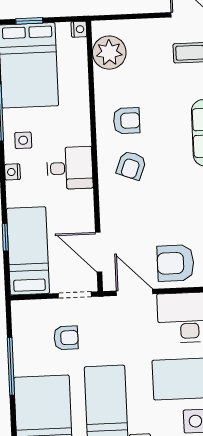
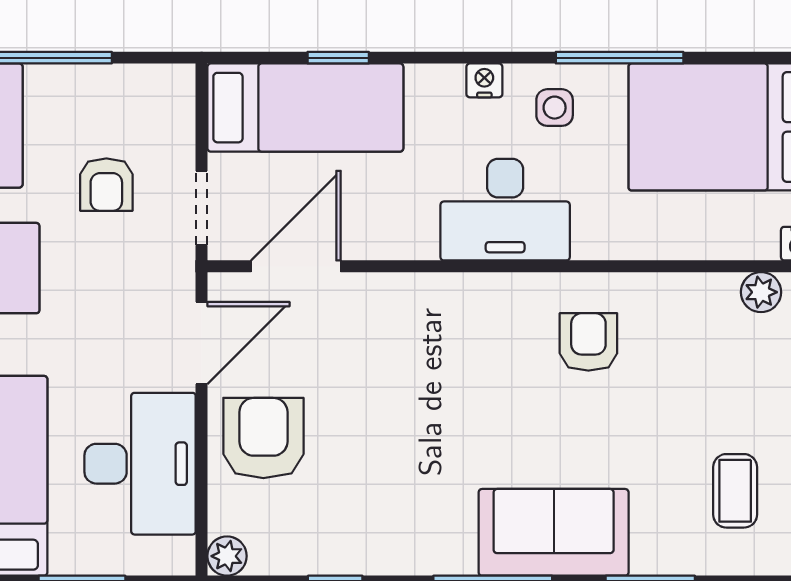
plant: (109, 53) -> (761, 292), width x0.53, depth x0.53
armchair: (127, 121) -> (588, 342), turned 180
armchair: (131, 165) -> (488, 348), removed
desk: (70, 168) -> (505, 210), width x1.37

